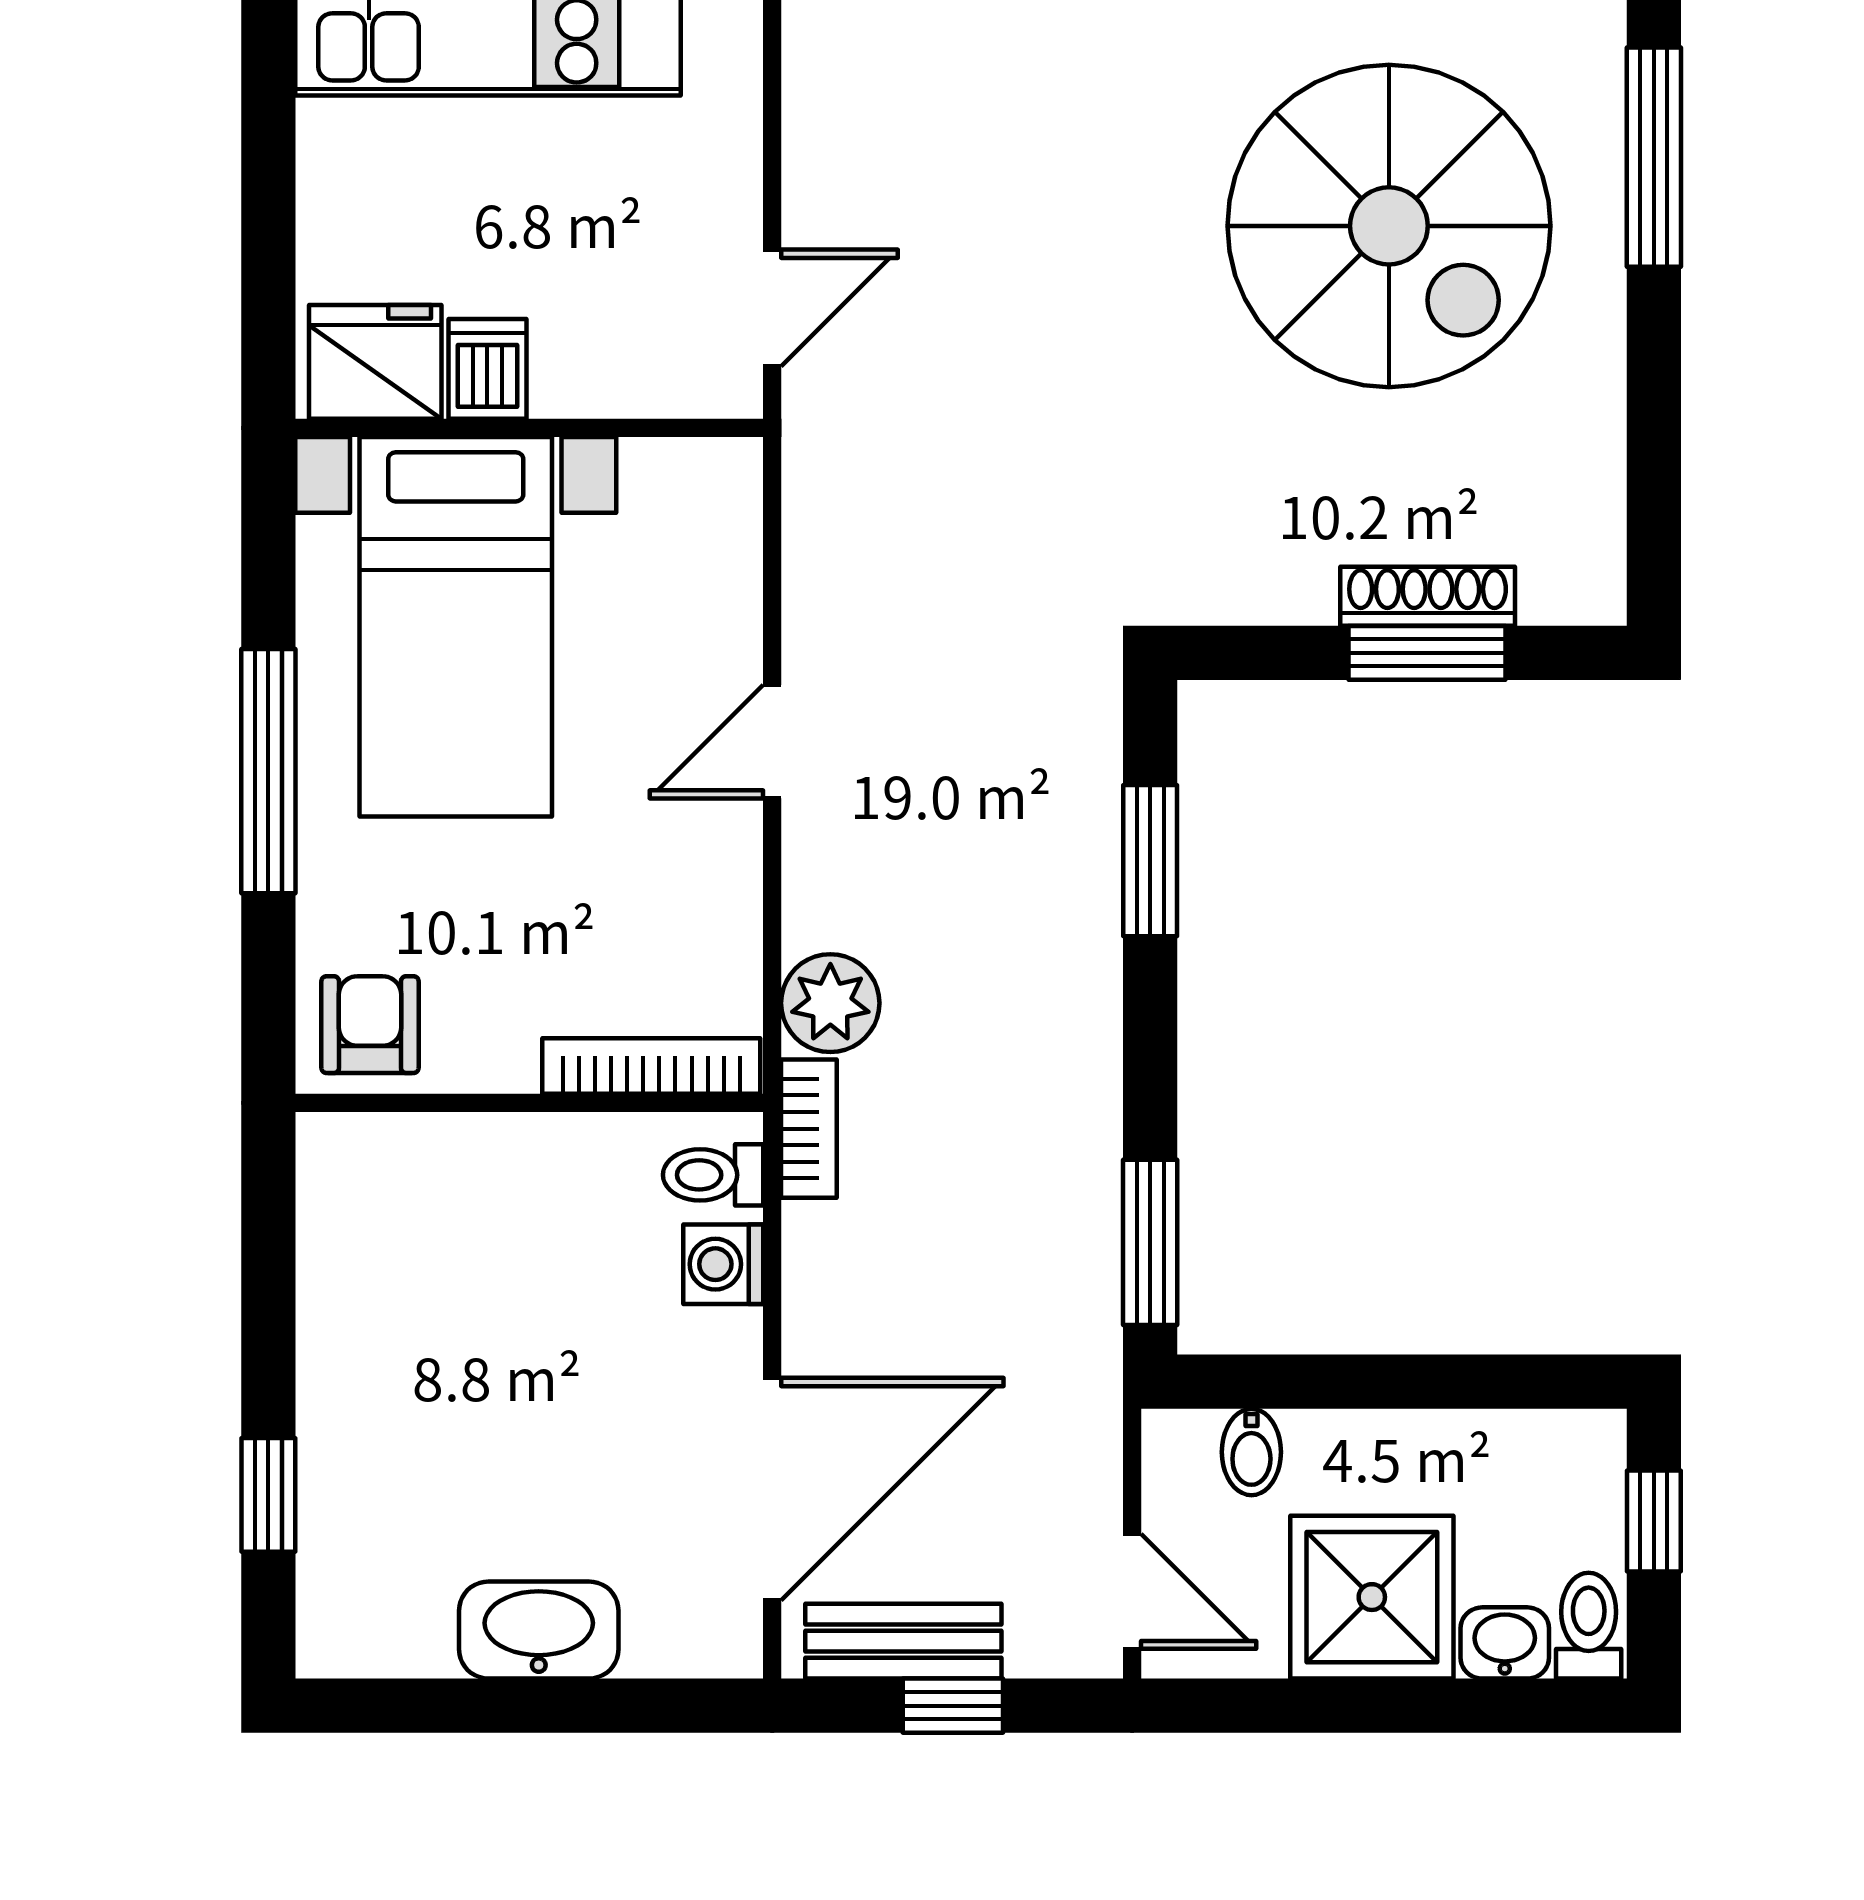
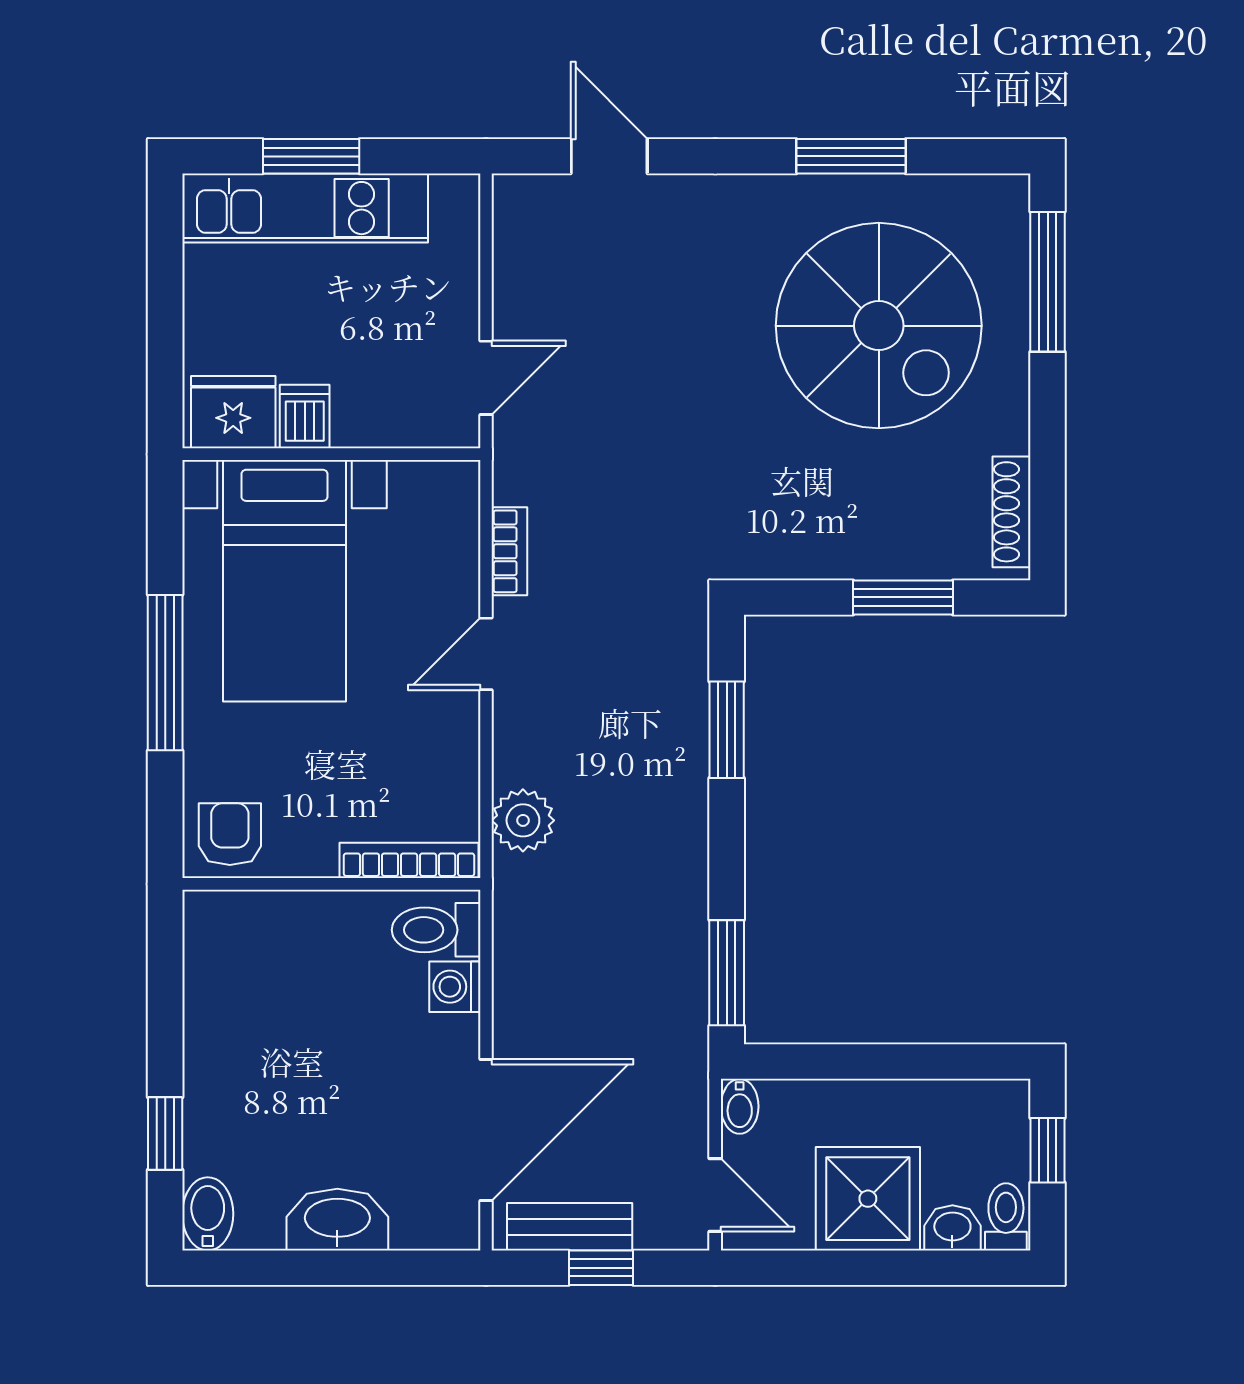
shoe rack: (1428, 596) -> (1011, 512), moved, turned -90
bookcase: (809, 1129) -> (509, 551), moved
toilet: (713, 1175) -> (436, 930), width x1.37, depth x1.39
bidet: (1251, 1452) -> (740, 1106), moved
bidet: (335, 1621) -> (208, 1214), added

